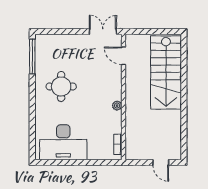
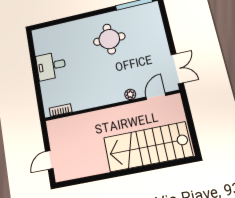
plant: (117, 106) -> (130, 94), moved
desk: (63, 142) -> (51, 66), width x0.53, depth x0.77

